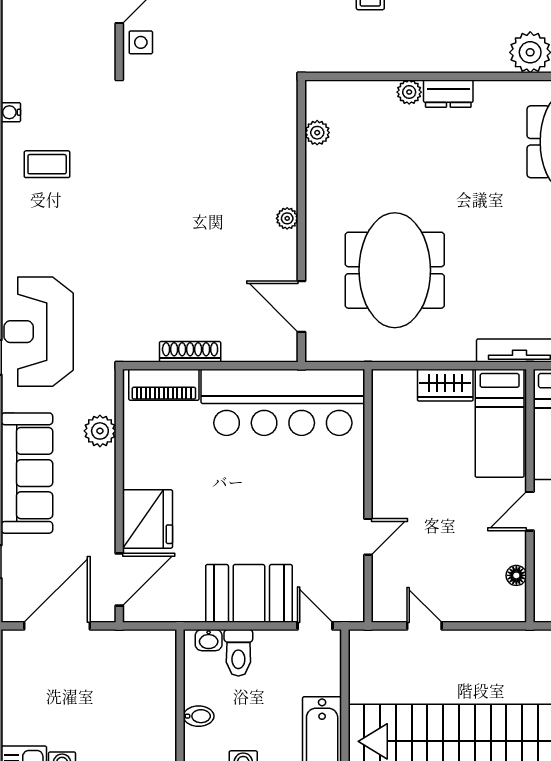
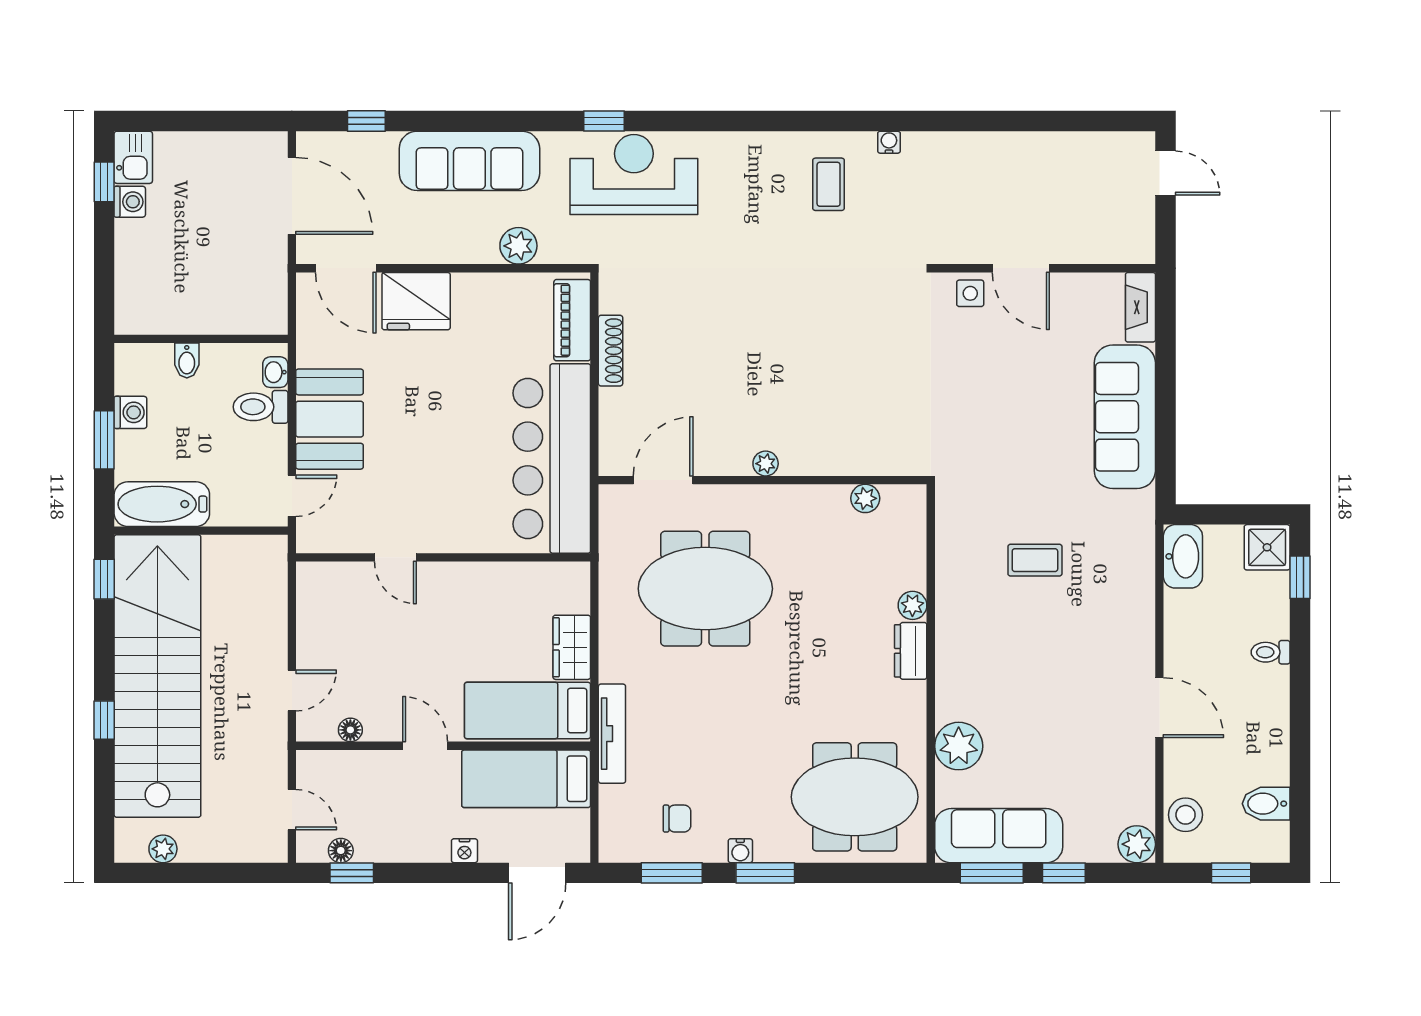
door: (424, 626) -> (292, 691), moved

